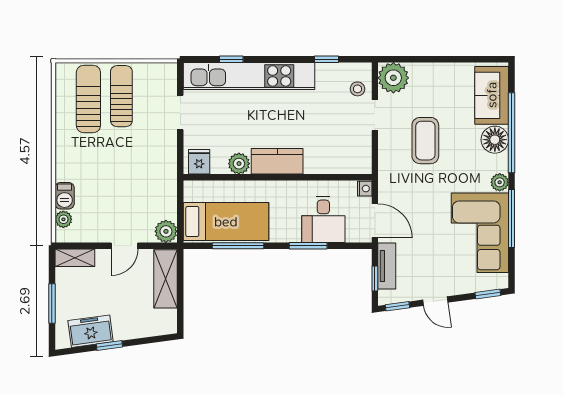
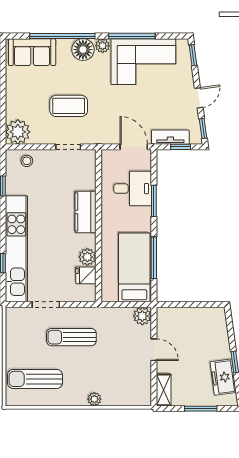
sun lounger: (121, 96) -> (71, 337), moved
doorway: (375, 115) -> (68, 147), moved
floor lamp: (495, 140) -> (83, 50), moved
kitchen counter: (277, 161) -> (85, 212), moved
fridge: (199, 162) -> (86, 275), moved
nightstand: (365, 189) -> (108, 155), removed
barbecue: (65, 196) -> (113, 398), removed
plant: (63, 219) -> (94, 399), moved
door: (375, 221) -> (134, 147), hinge flipped
shelving: (165, 279) -> (181, 317), removed

